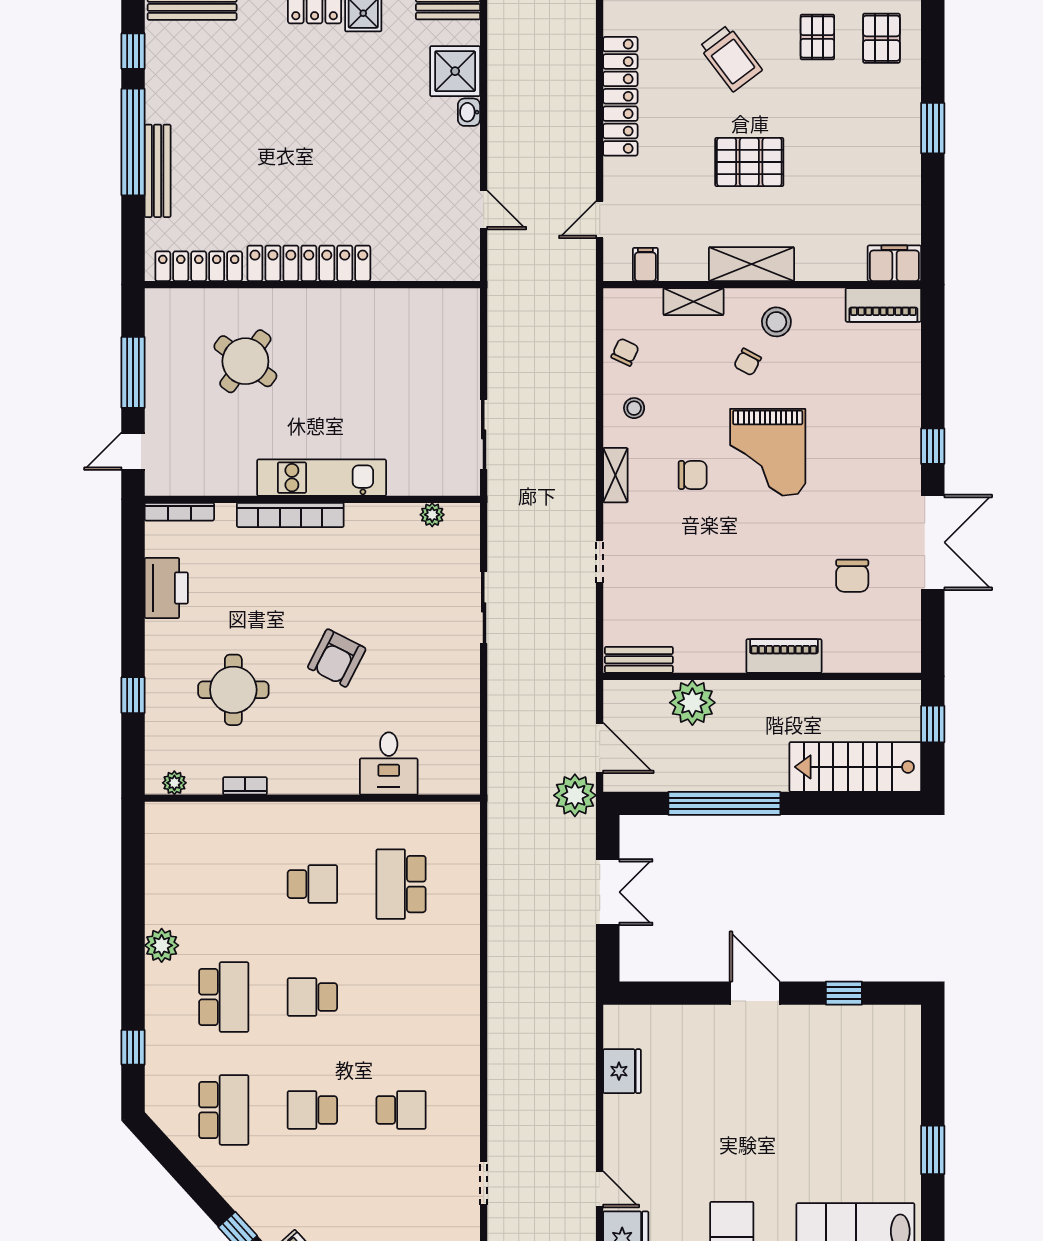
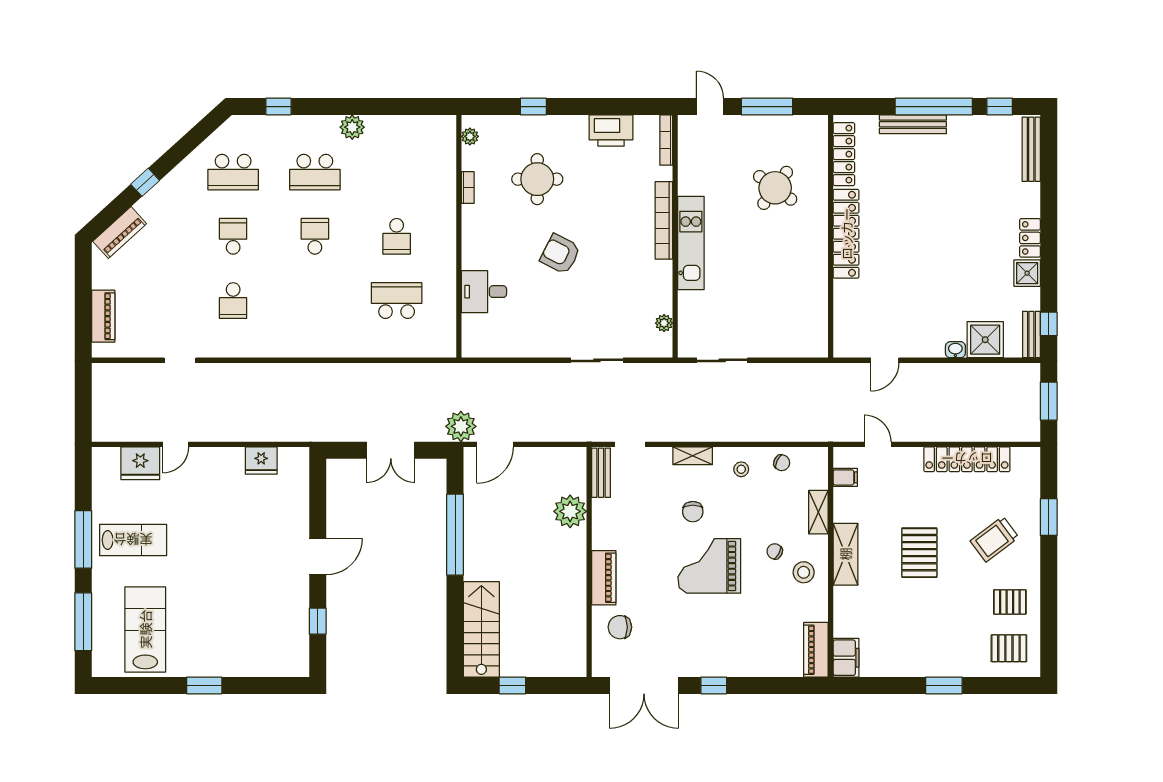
piano: (784, 656) -> (604, 578), moved
bench: (639, 660) -> (601, 473), moved
wall: (762, 676) -> (589, 562), moved
plant: (692, 703) -> (570, 511), moved

